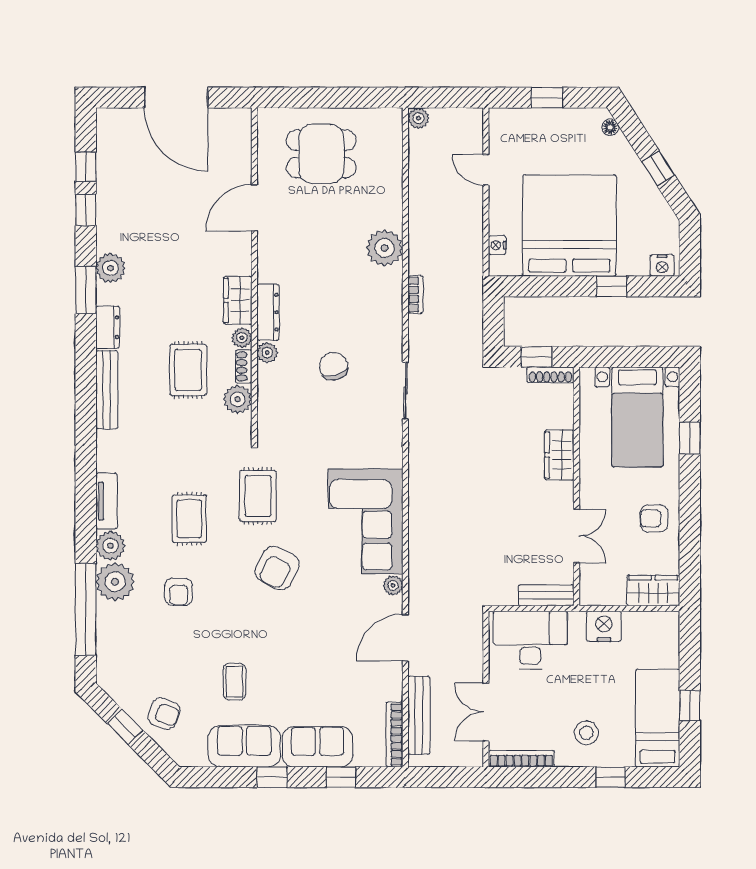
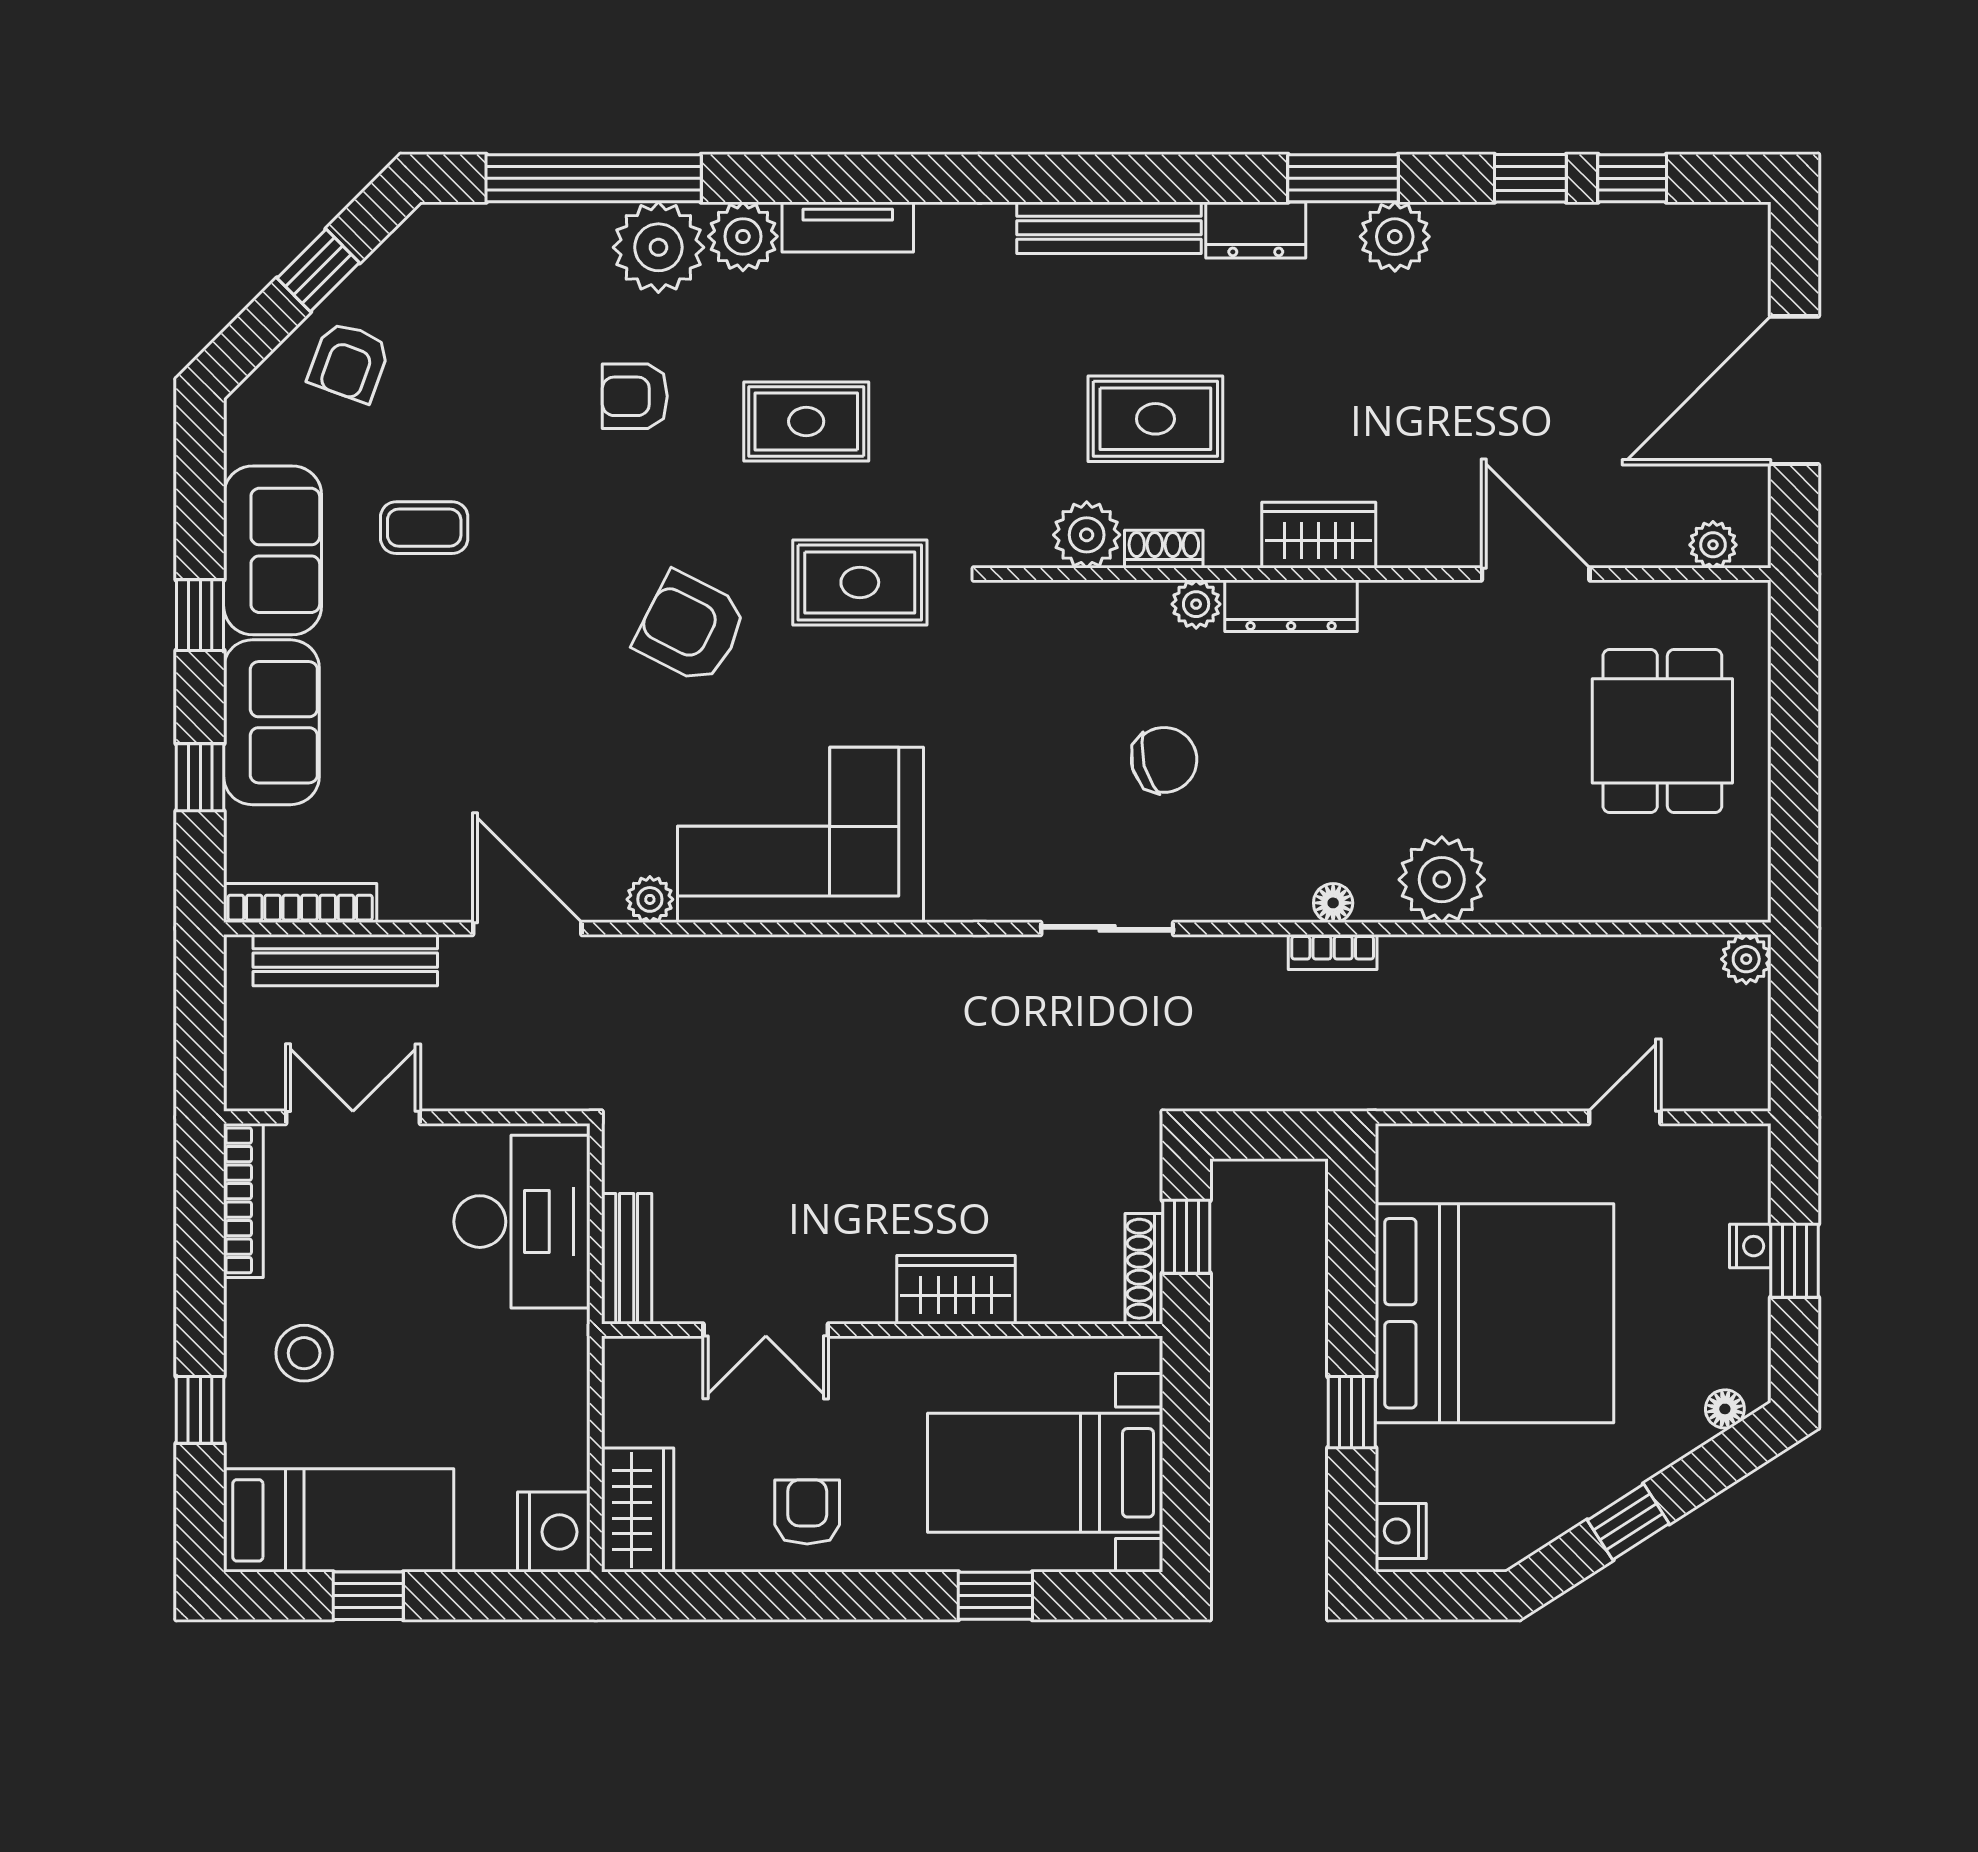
nightstand: (497, 245) -> (1750, 1246), moved, turned 90
floor lamp: (394, 294) -> (1333, 903), added
plant: (242, 338) -> (1713, 545), moved
nightstand: (604, 626) -> (554, 1532), moved

